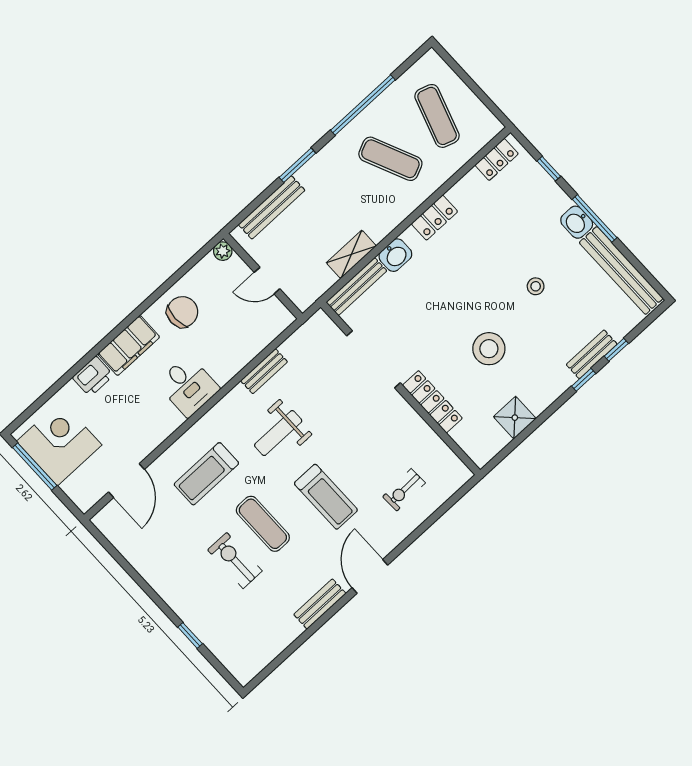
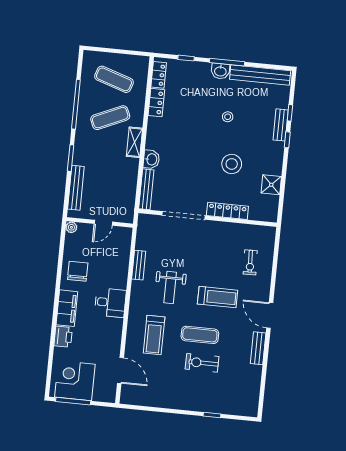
locker: (434, 218) -> (156, 103), moved
shelving: (351, 254) -> (135, 142), moved

